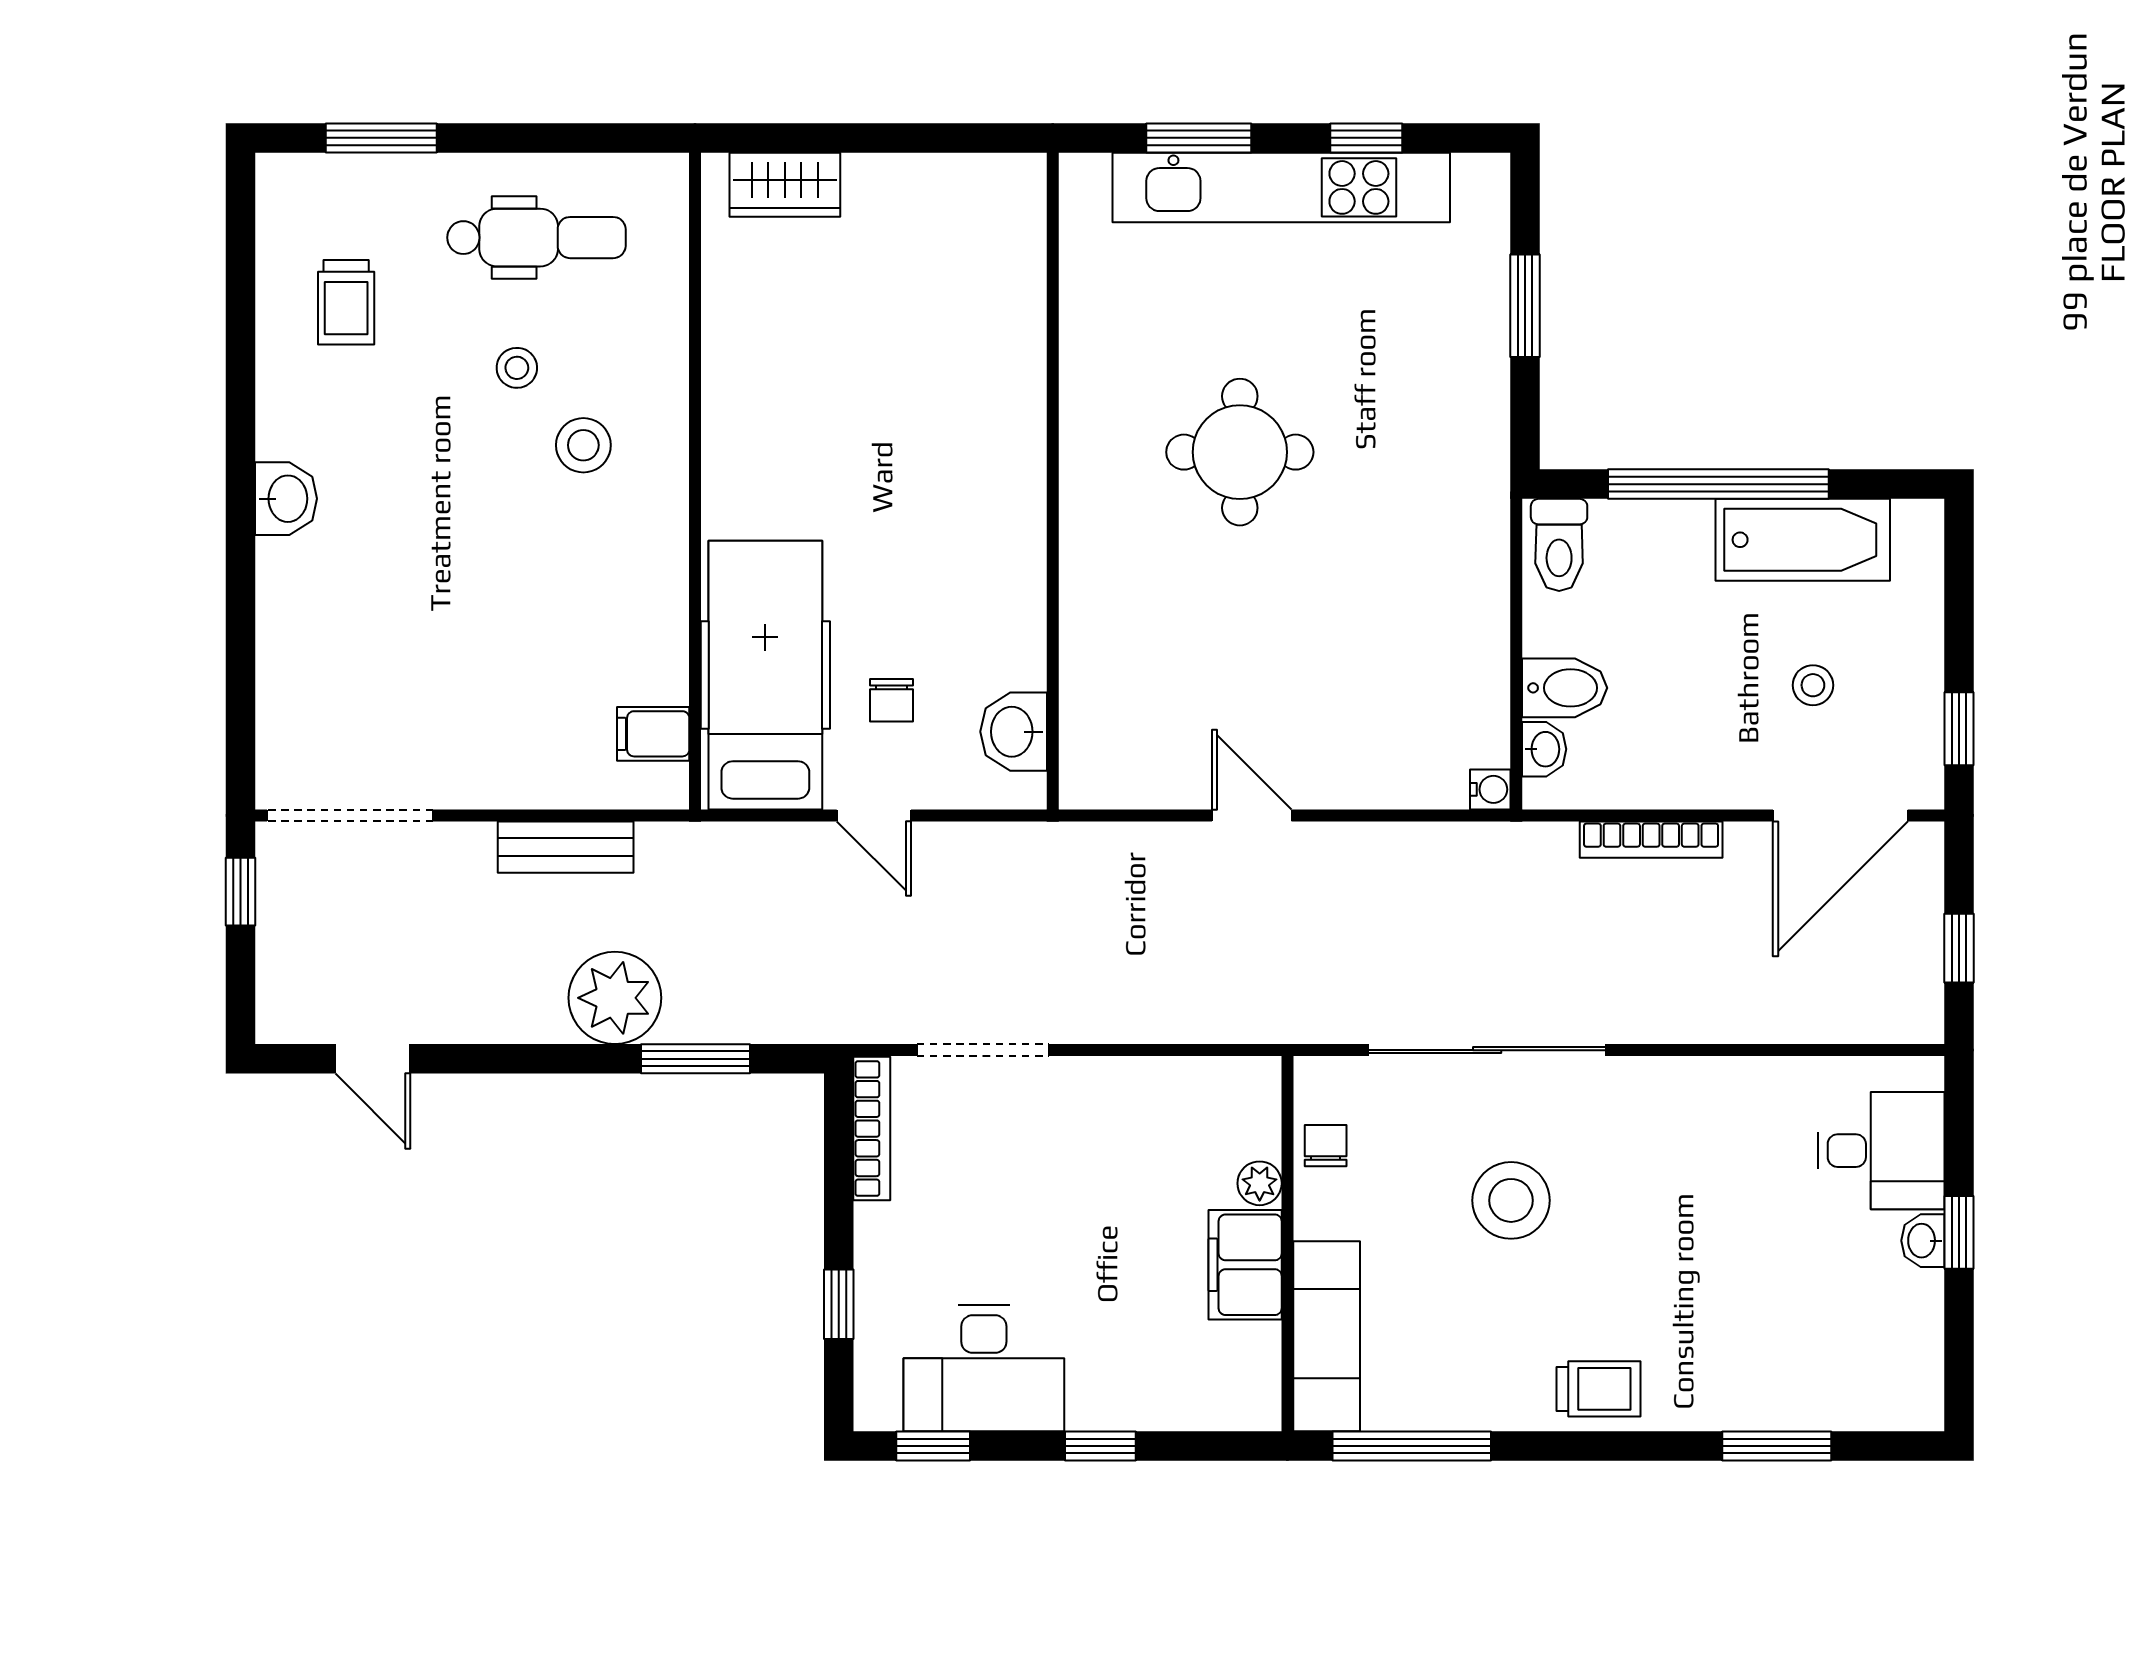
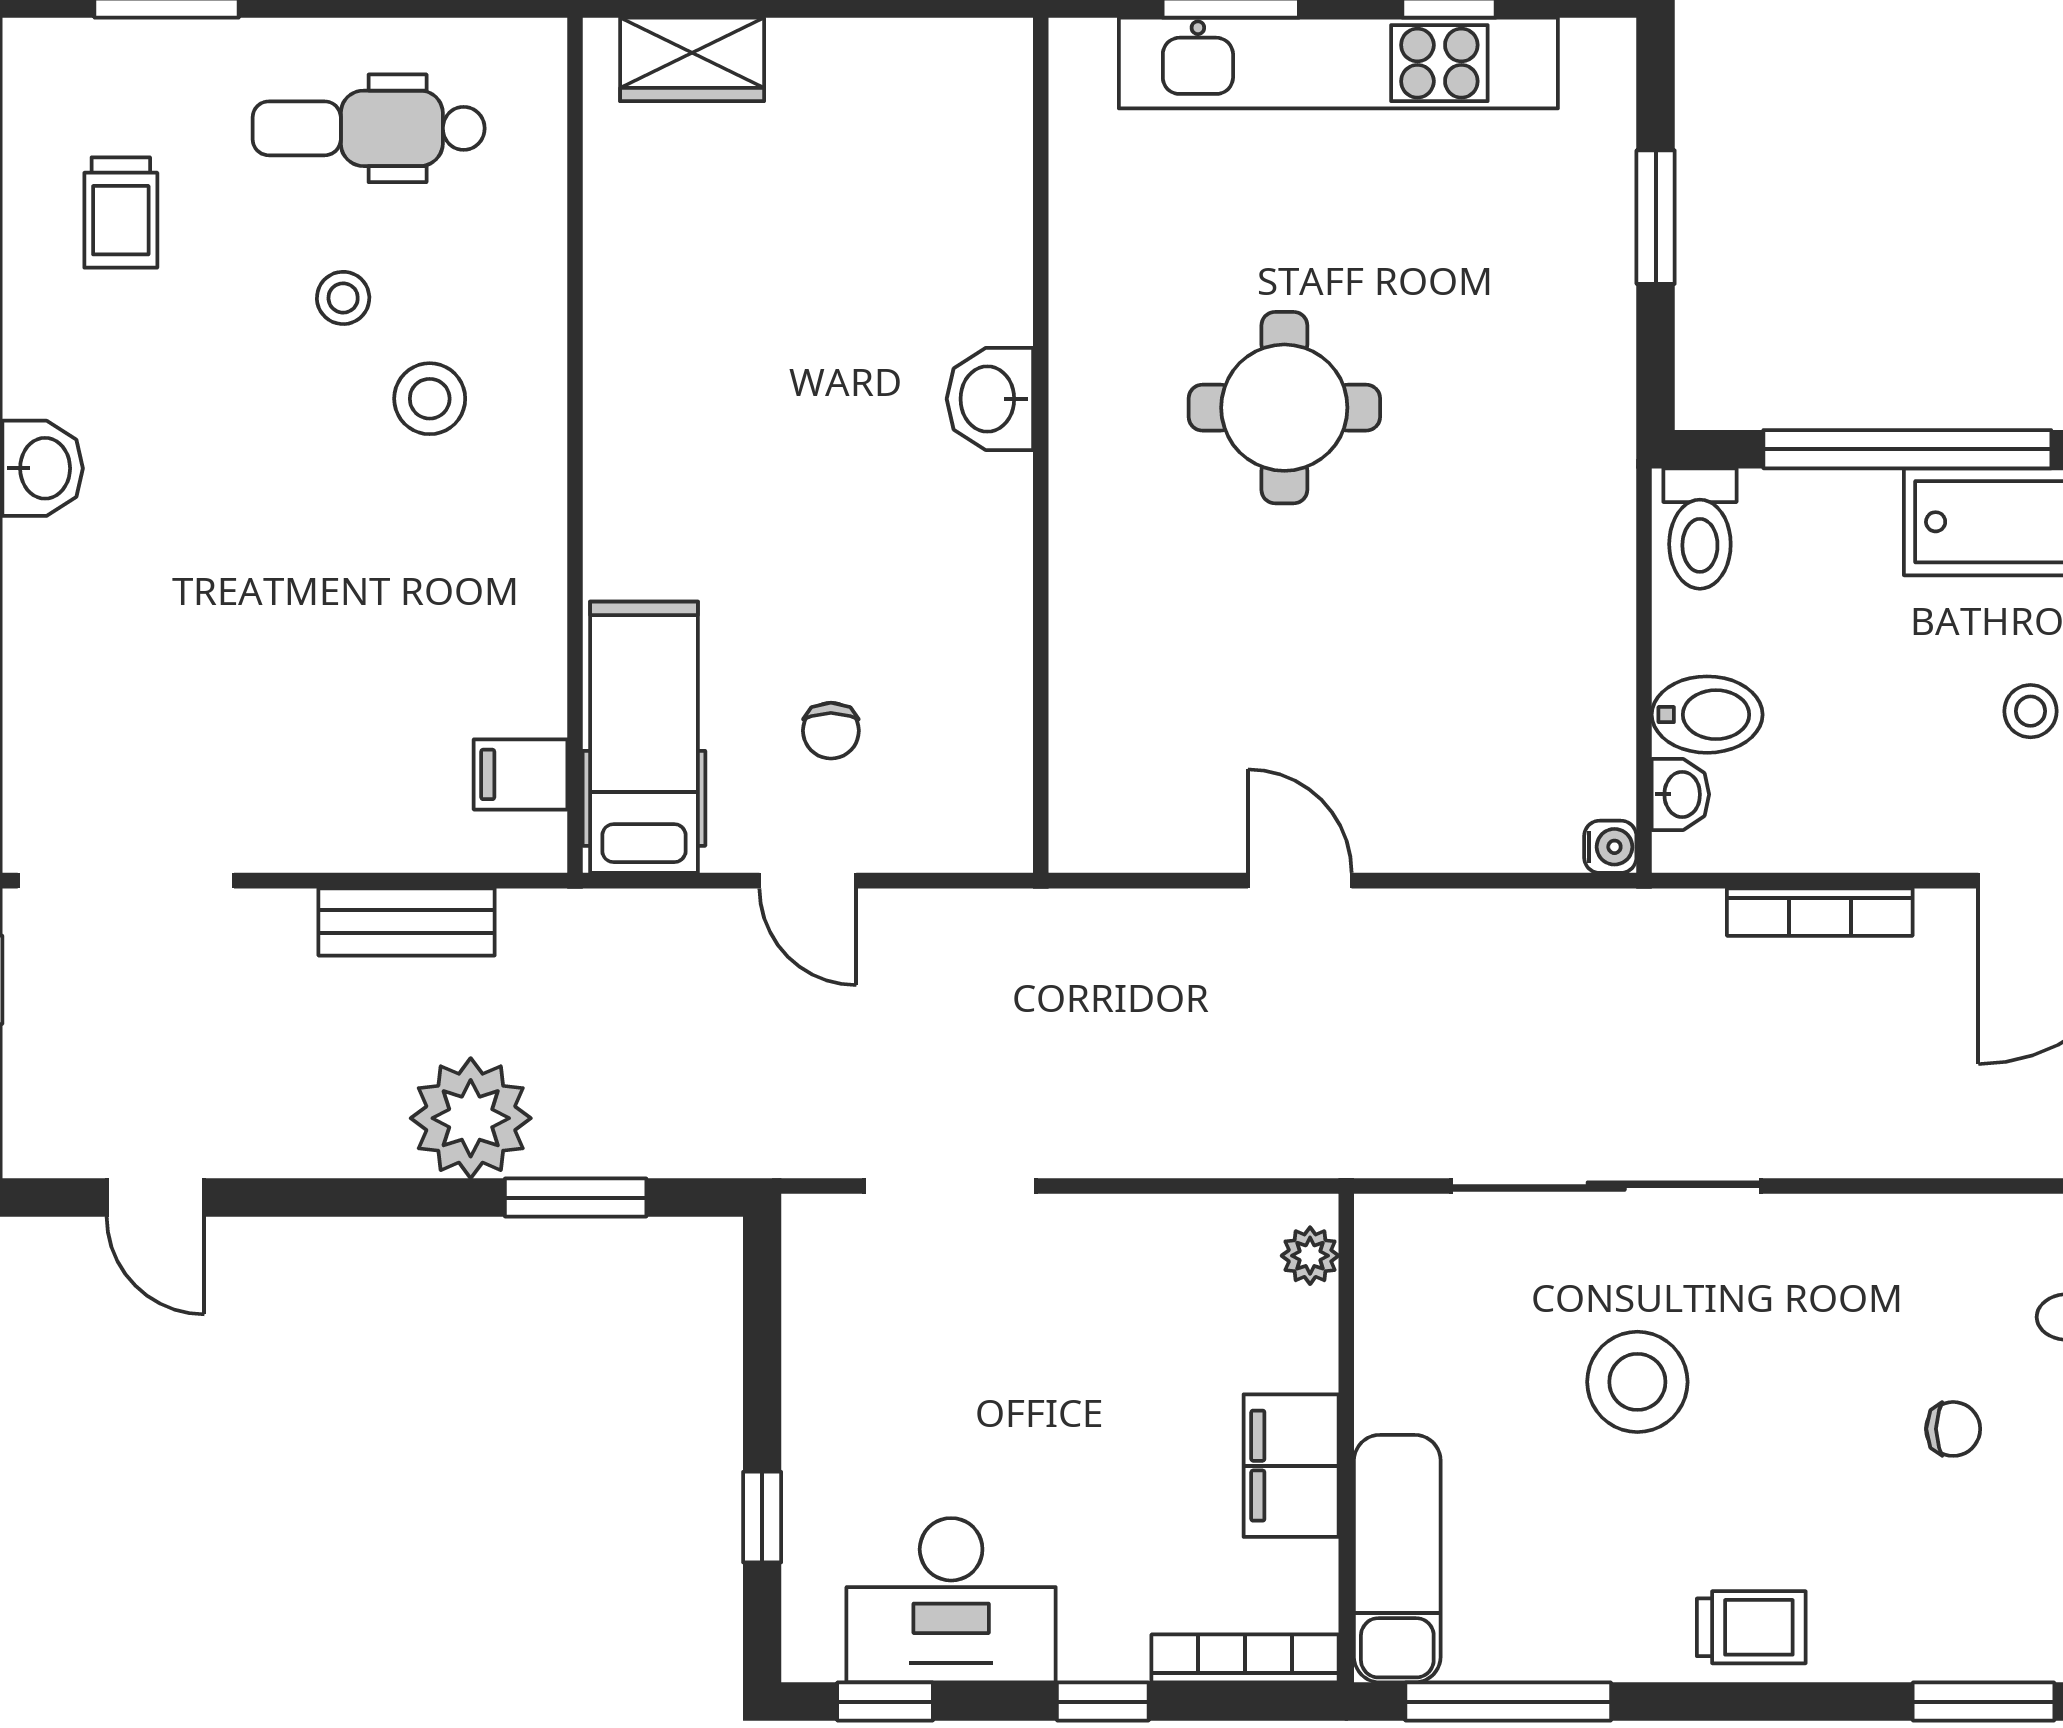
dental chair: (536, 238) -> (369, 128), turned 180
hospital bed: (765, 675) -> (644, 737), width x0.73, depth x0.77
washbasin: (1014, 732) -> (990, 399), moved
bookcase: (872, 1129) -> (1245, 1658), moved, turned -90
chair: (1326, 1146) -> (1953, 1429), moved, turned 90
plant: (1260, 1183) -> (1310, 1256), moved

